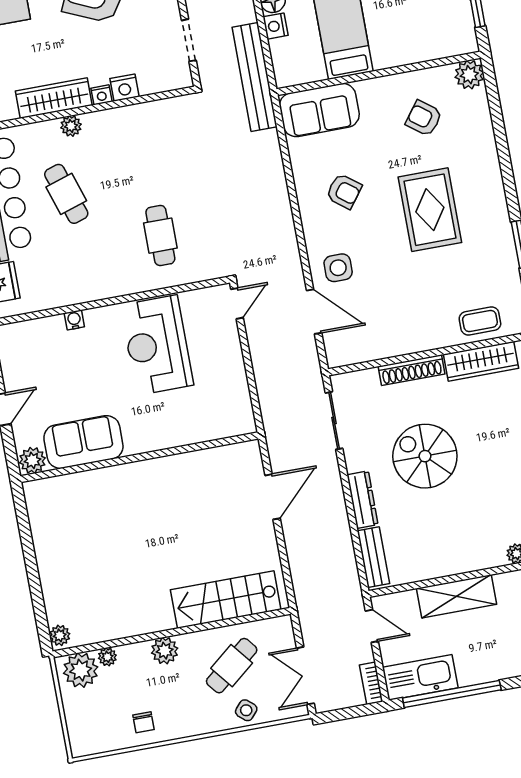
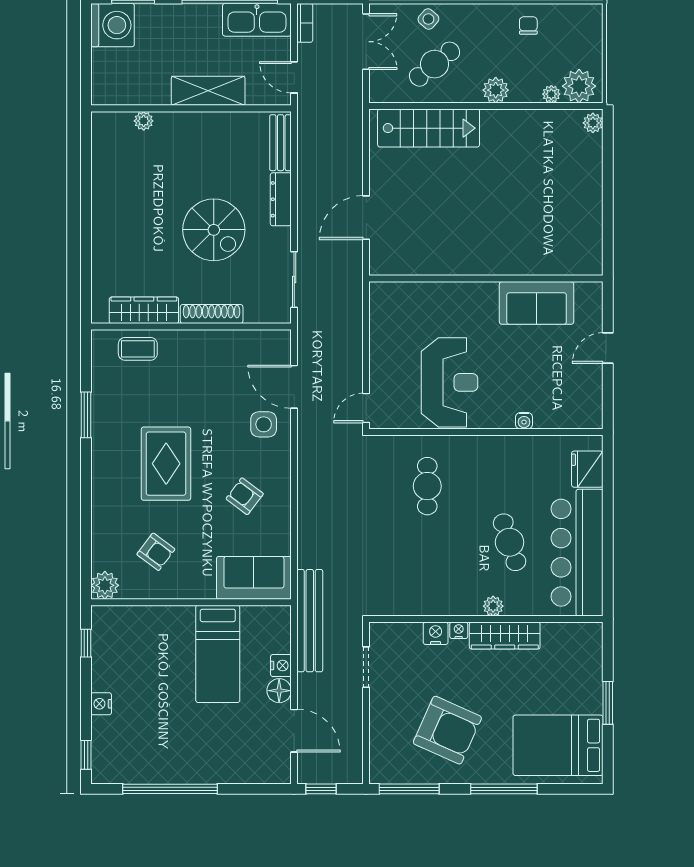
plant: (32, 460) -> (588, 294), removed

